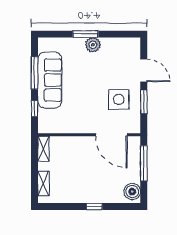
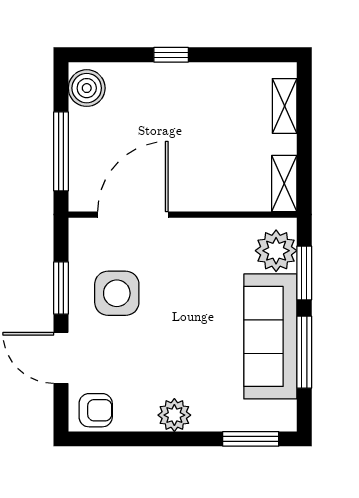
window: (85, 34) -> (251, 439), moved
armchair: (128, 47) -> (96, 410), added
window: (35, 109) -> (304, 273), width x1.50
plant: (47, 119) -> (276, 251), added
door: (111, 135) -> (133, 215), hinge flipped

